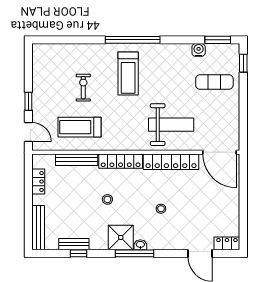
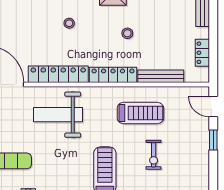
treadmill: (79, 127) -> (140, 113), moved

